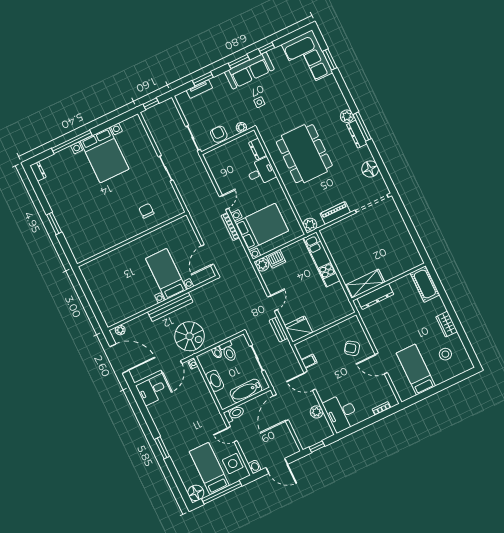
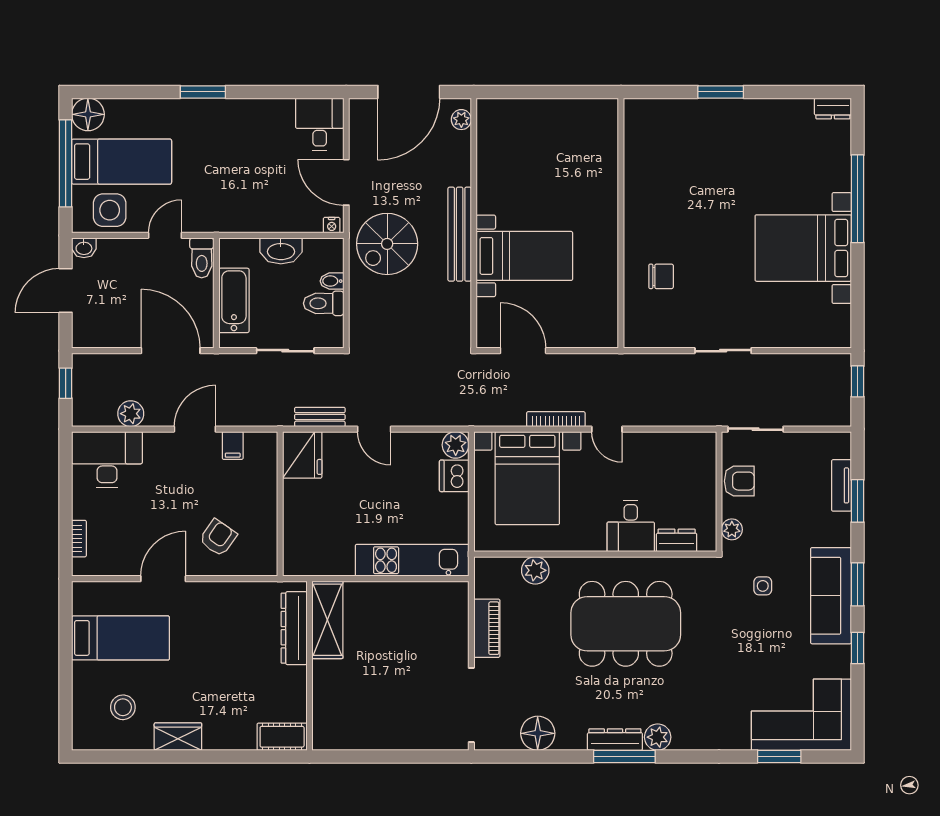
plant: (310, 225) -> (535, 570), moved
cot: (425, 284) -> (282, 737), width x0.73, depth x0.75

